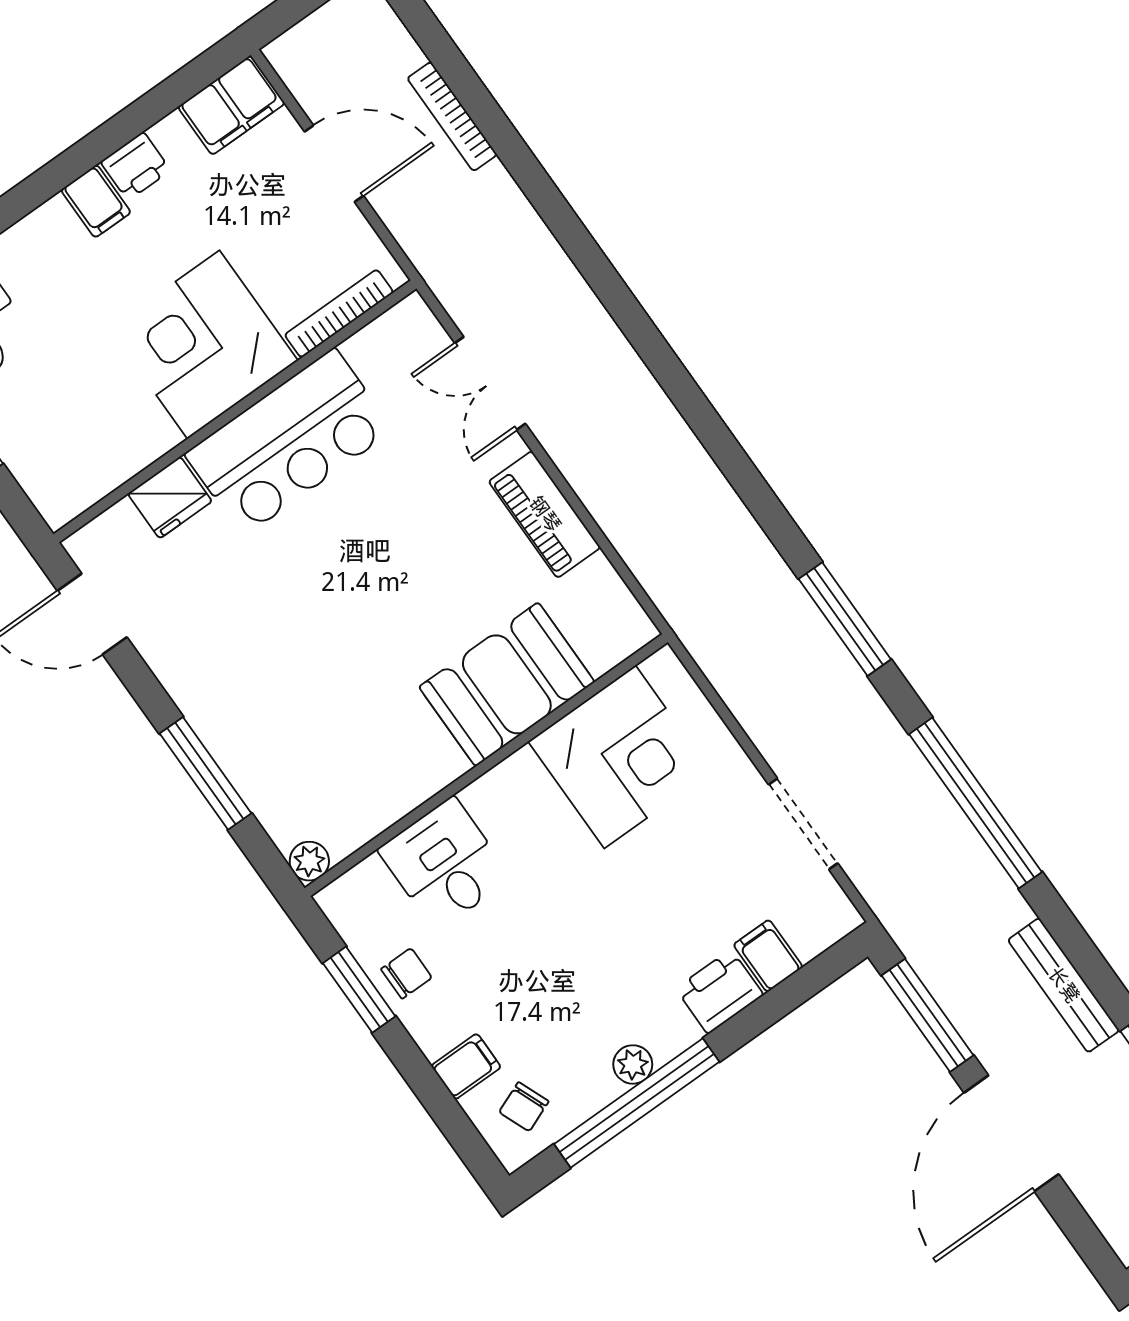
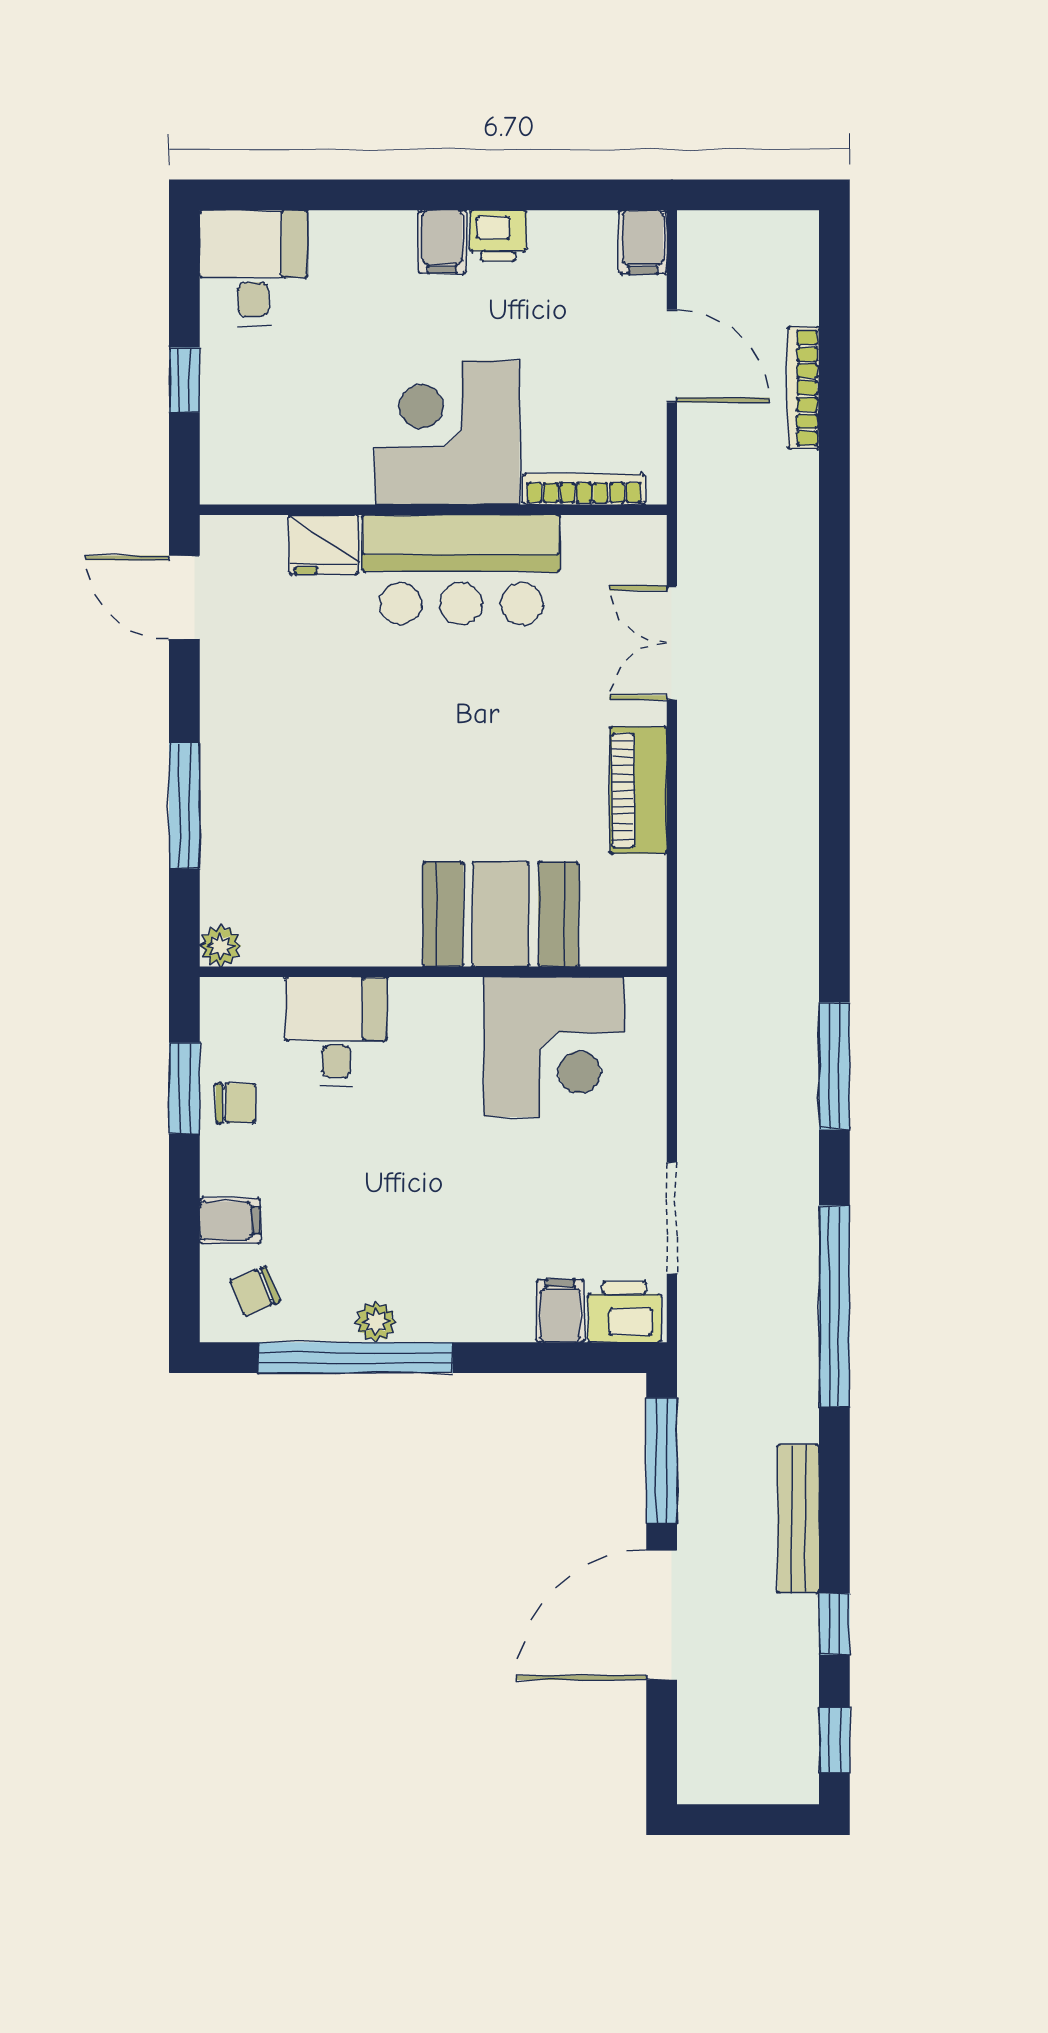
filing cabinet: (231, 105) -> (643, 242), width x0.50
printer: (720, 992) -> (624, 1312), moved

